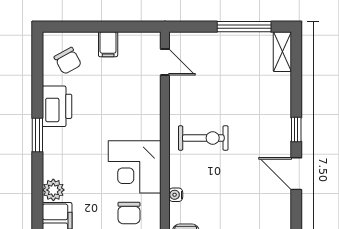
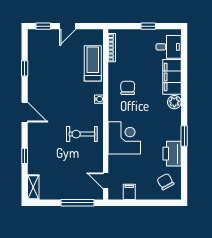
window: (244, 27) -> (77, 203), moved
filing cabinet: (108, 44) -> (129, 192), moved
window: (296, 129) -> (25, 156), moved
corner desk: (135, 167) -> (124, 138), moved

